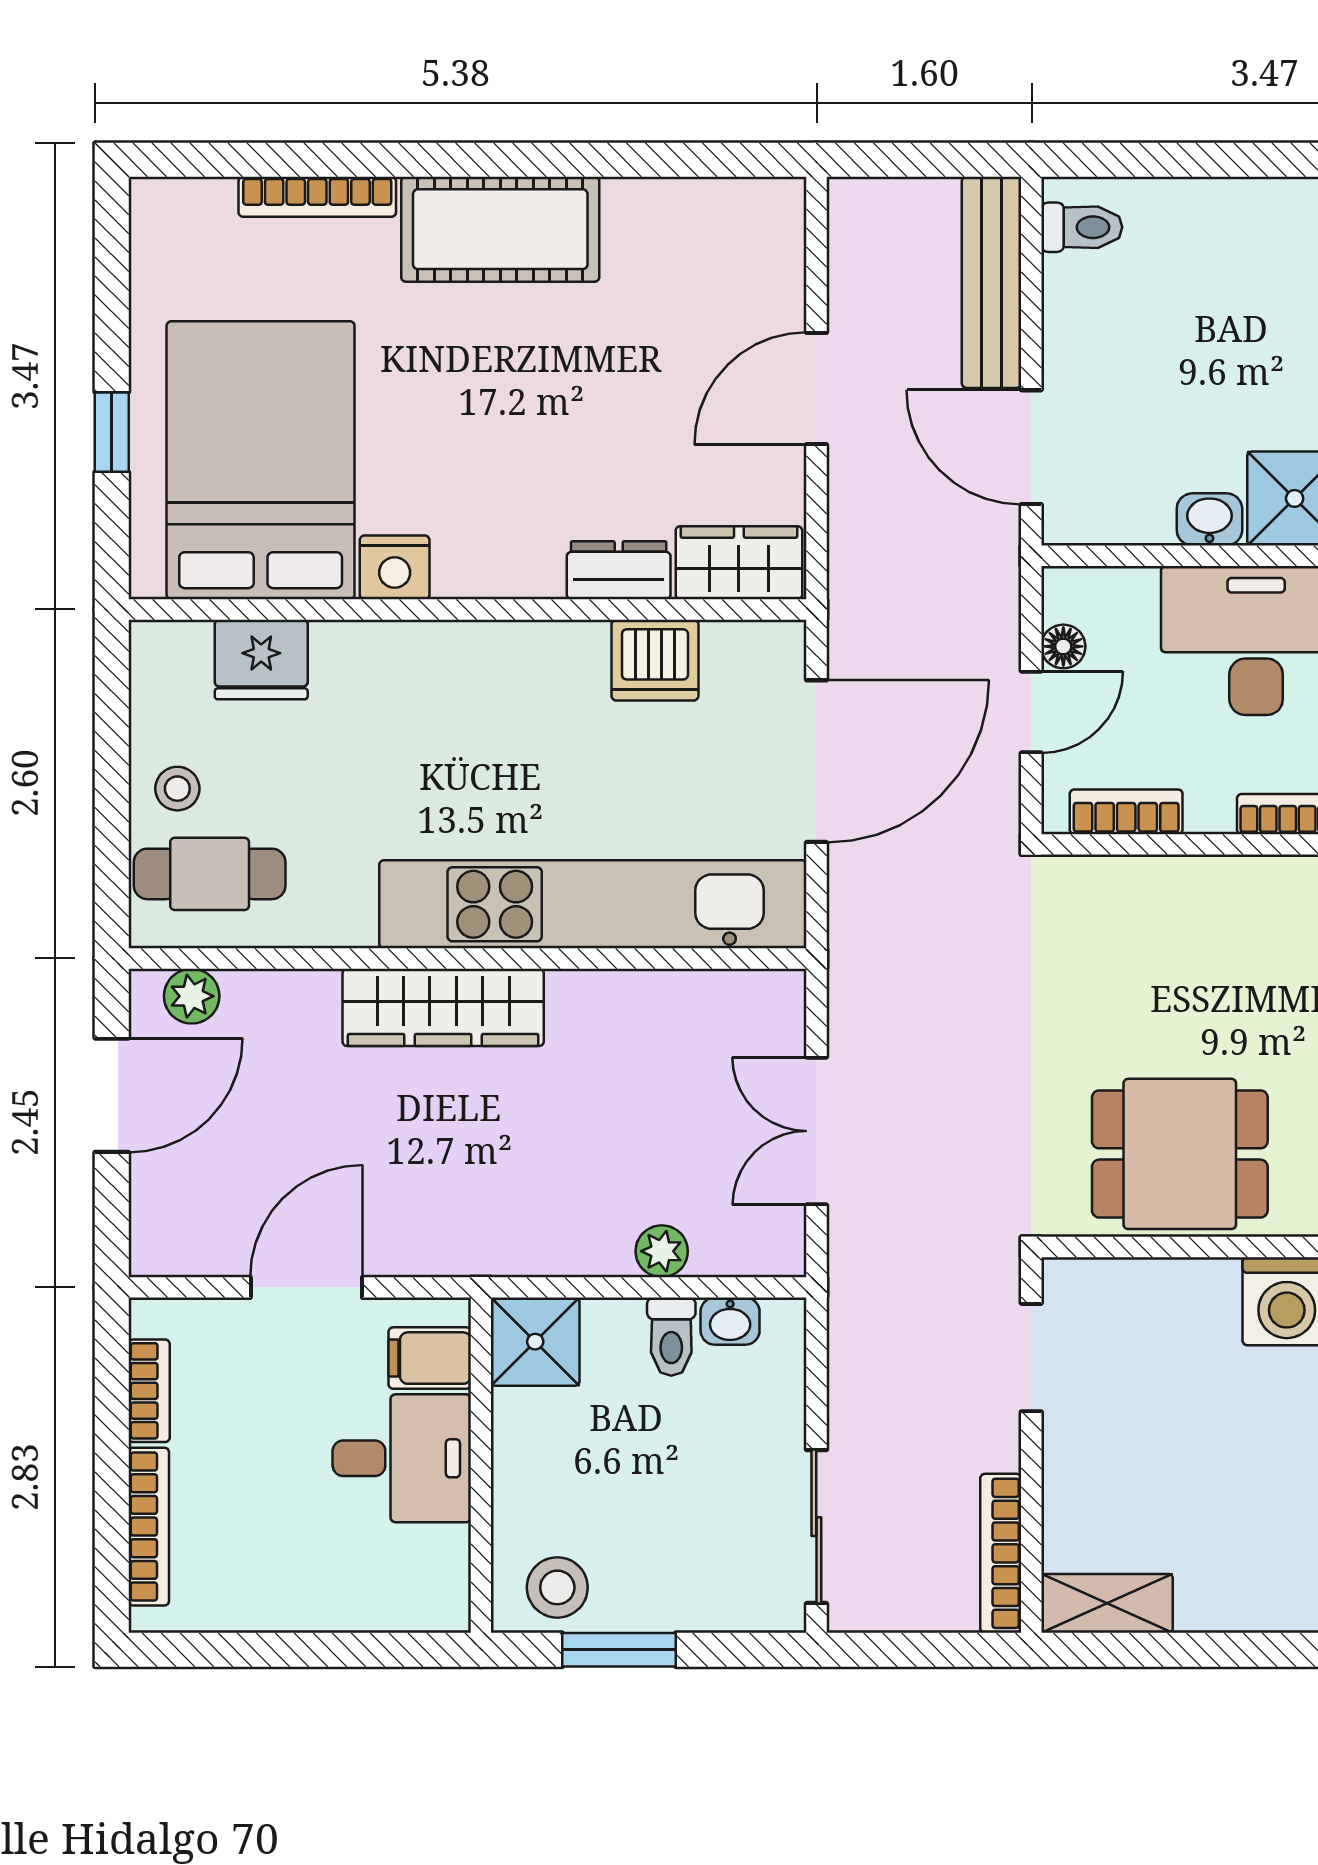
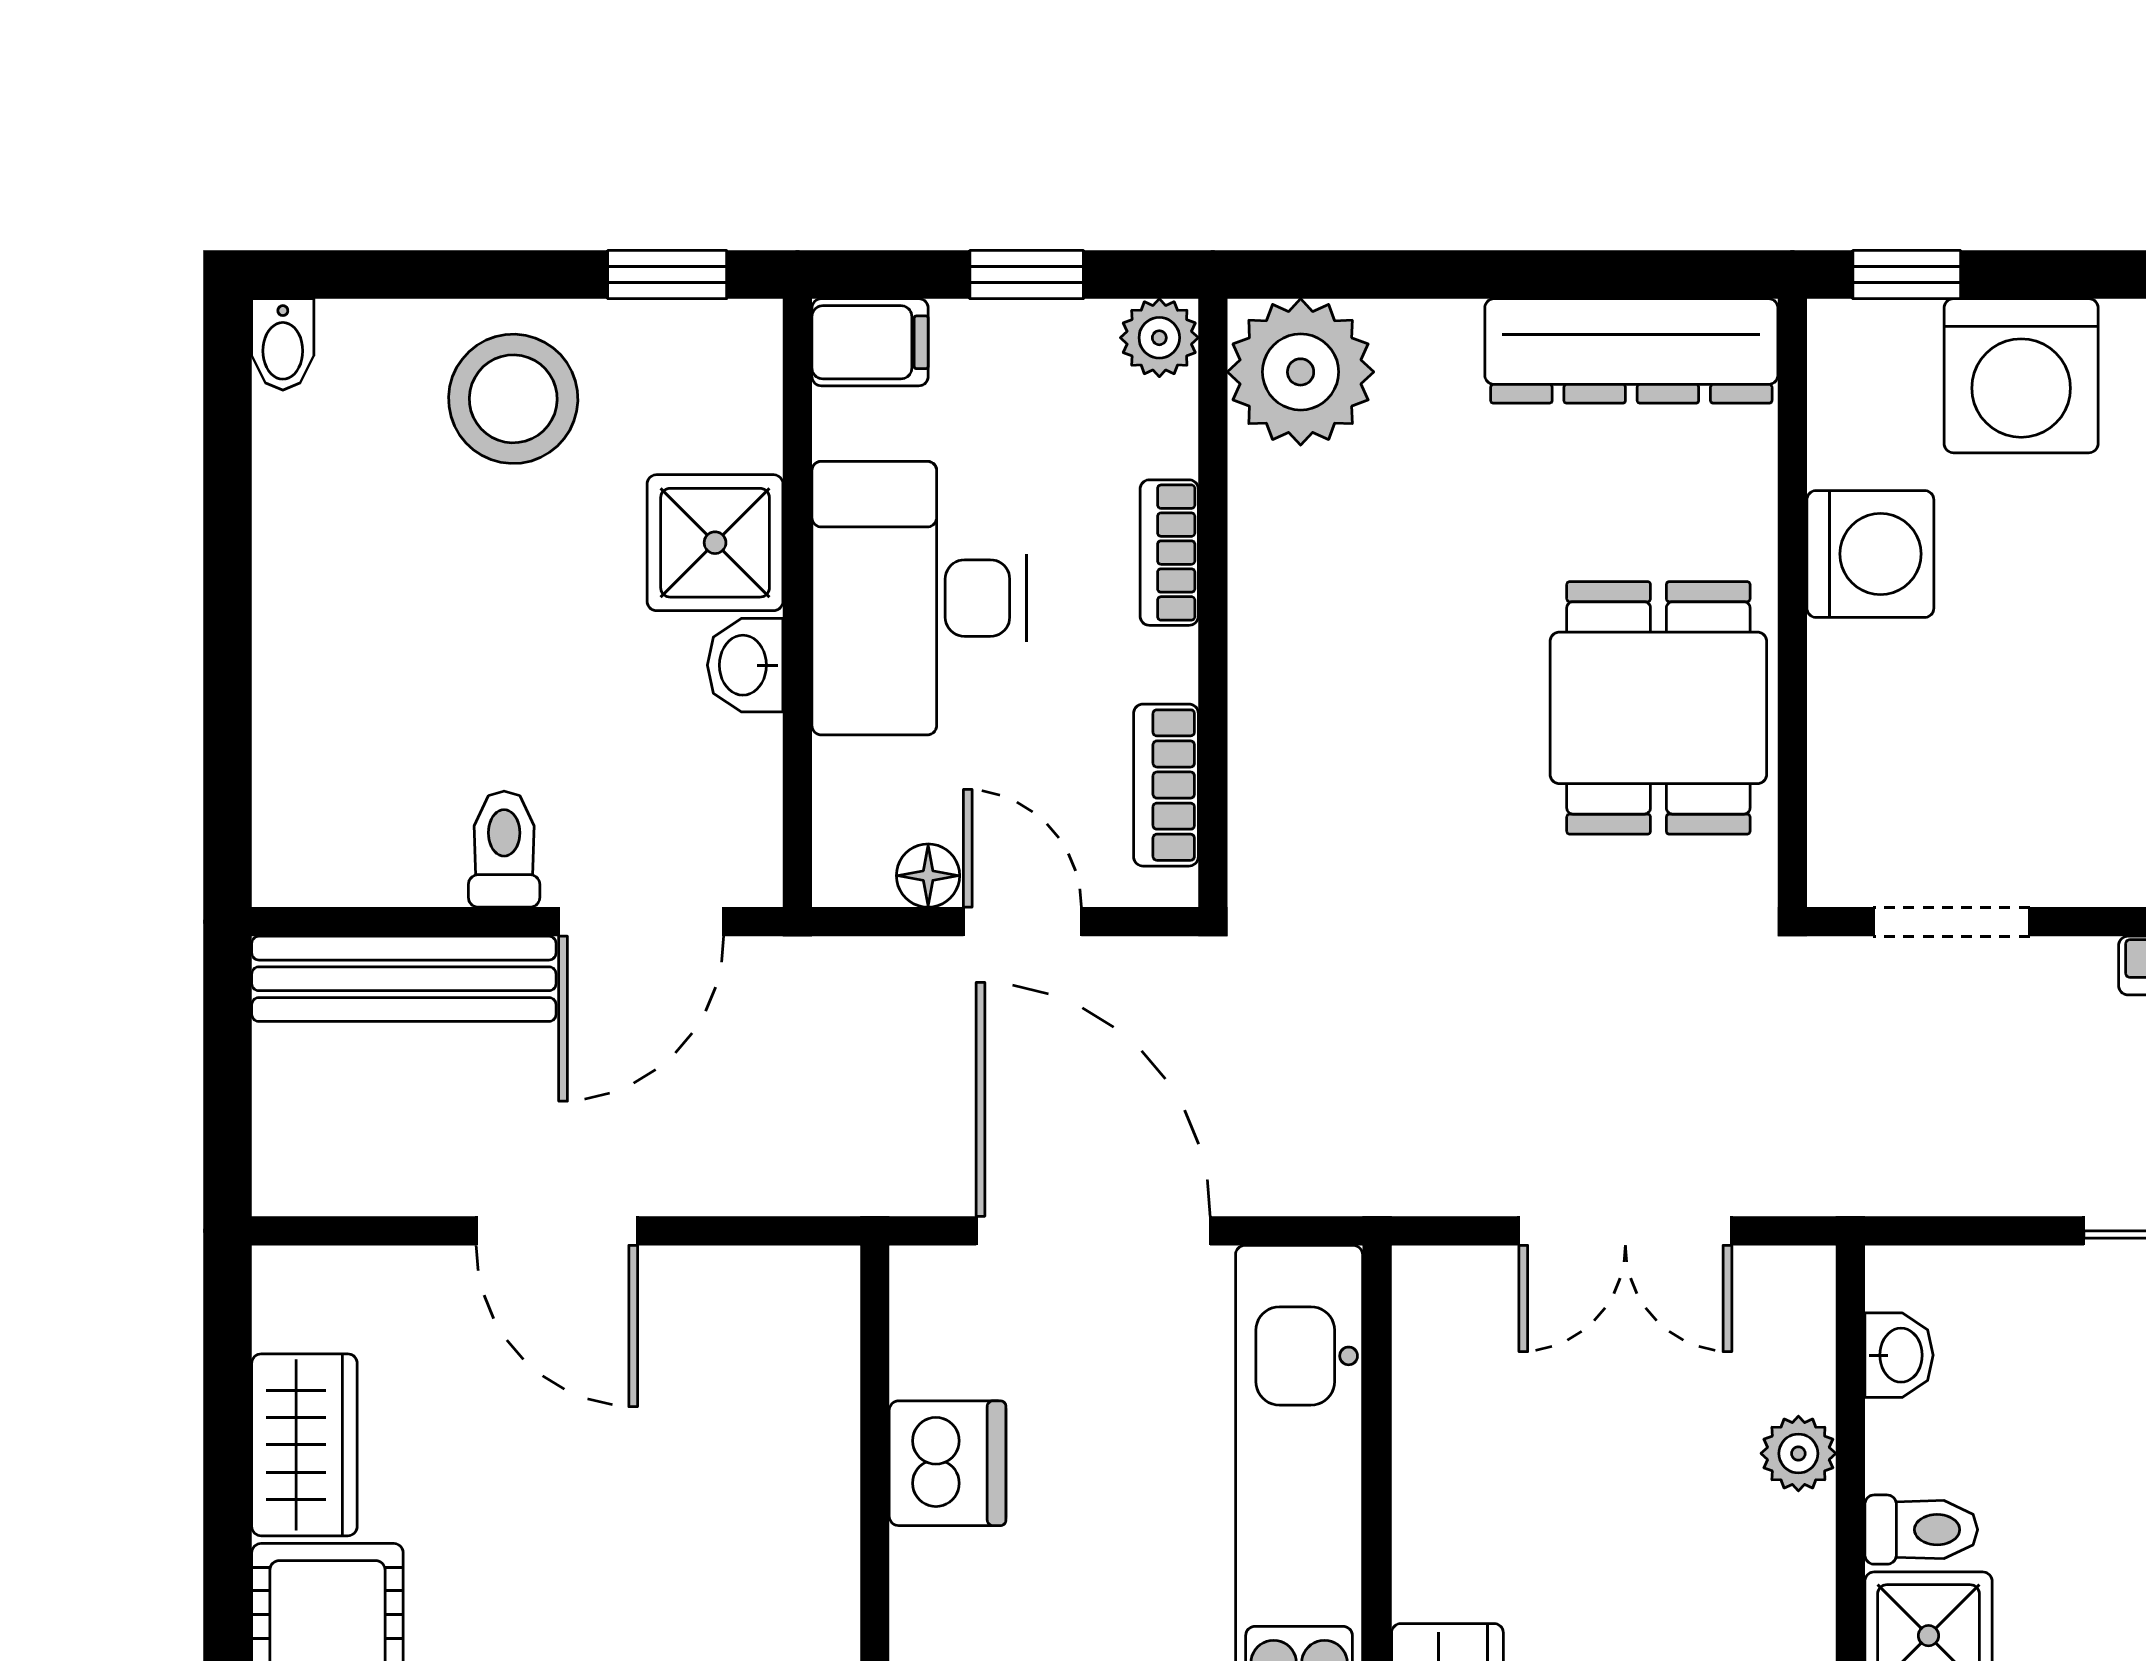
toilet: (1082, 227) -> (504, 849), moved
wardrobe: (739, 563) -> (304, 1445), moved, turned 180
dresser: (619, 570) -> (818, 1515), removed
toilet: (671, 1337) -> (1921, 1530), moved

